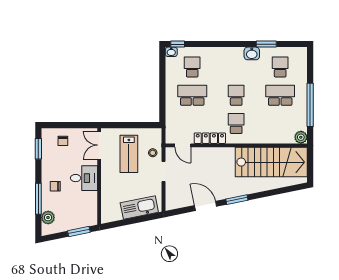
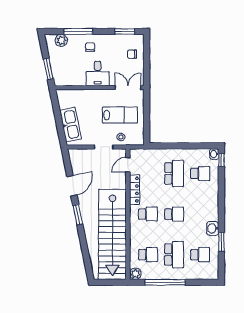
school desk: (280, 124) -> (148, 255), added
lab bench: (129, 154) -> (120, 115), turned 180
stairs: (271, 162) -> (112, 234), width x1.36

